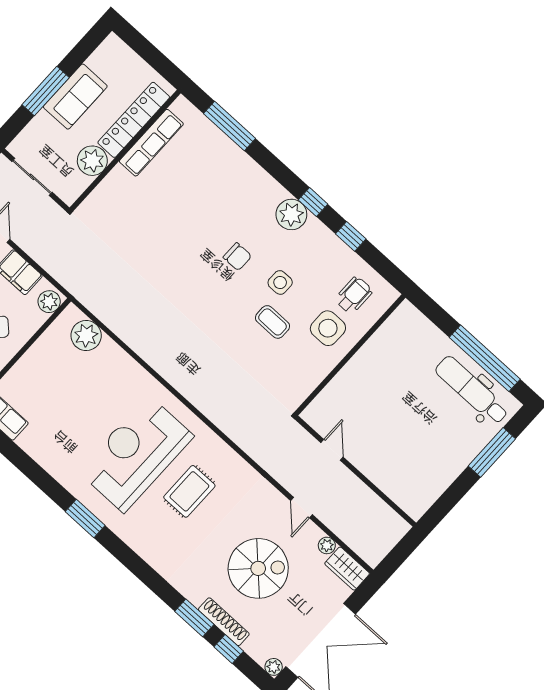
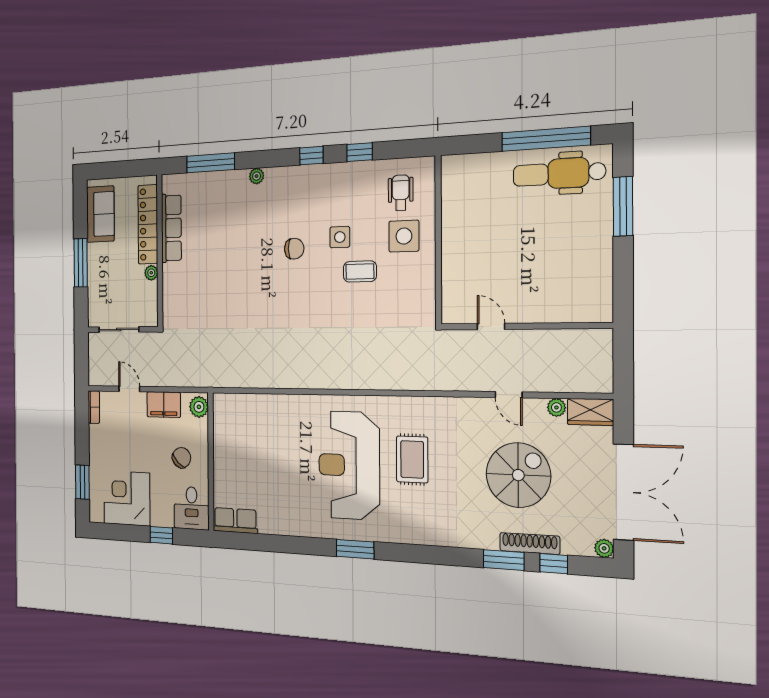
sofa: (75, 97) -> (100, 214), moved
plant: (92, 161) -> (151, 273), width x0.53, depth x0.53
plant: (291, 214) -> (257, 176), moved, width x0.53, depth x0.53
plant: (86, 335) -> (242, 408), removed

